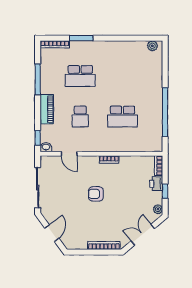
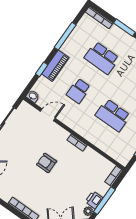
window: (38, 138) -> (42, 69), moved
door: (69, 154) -> (48, 115), swing flipped
printer: (156, 184) -> (94, 200), moved
window: (165, 191) -> (104, 201), width x2.17

